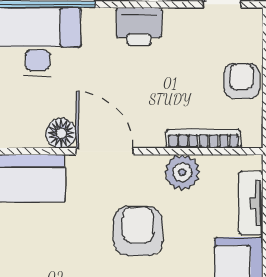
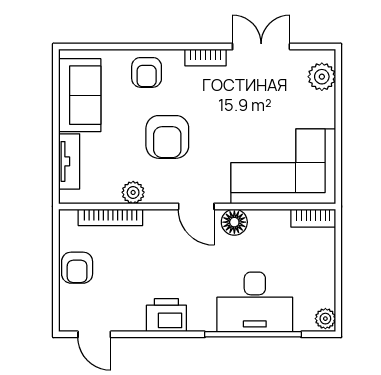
door: (105, 151) -> (196, 206), width x0.73
plant: (182, 172) -> (133, 192), width x0.73, depth x0.73

